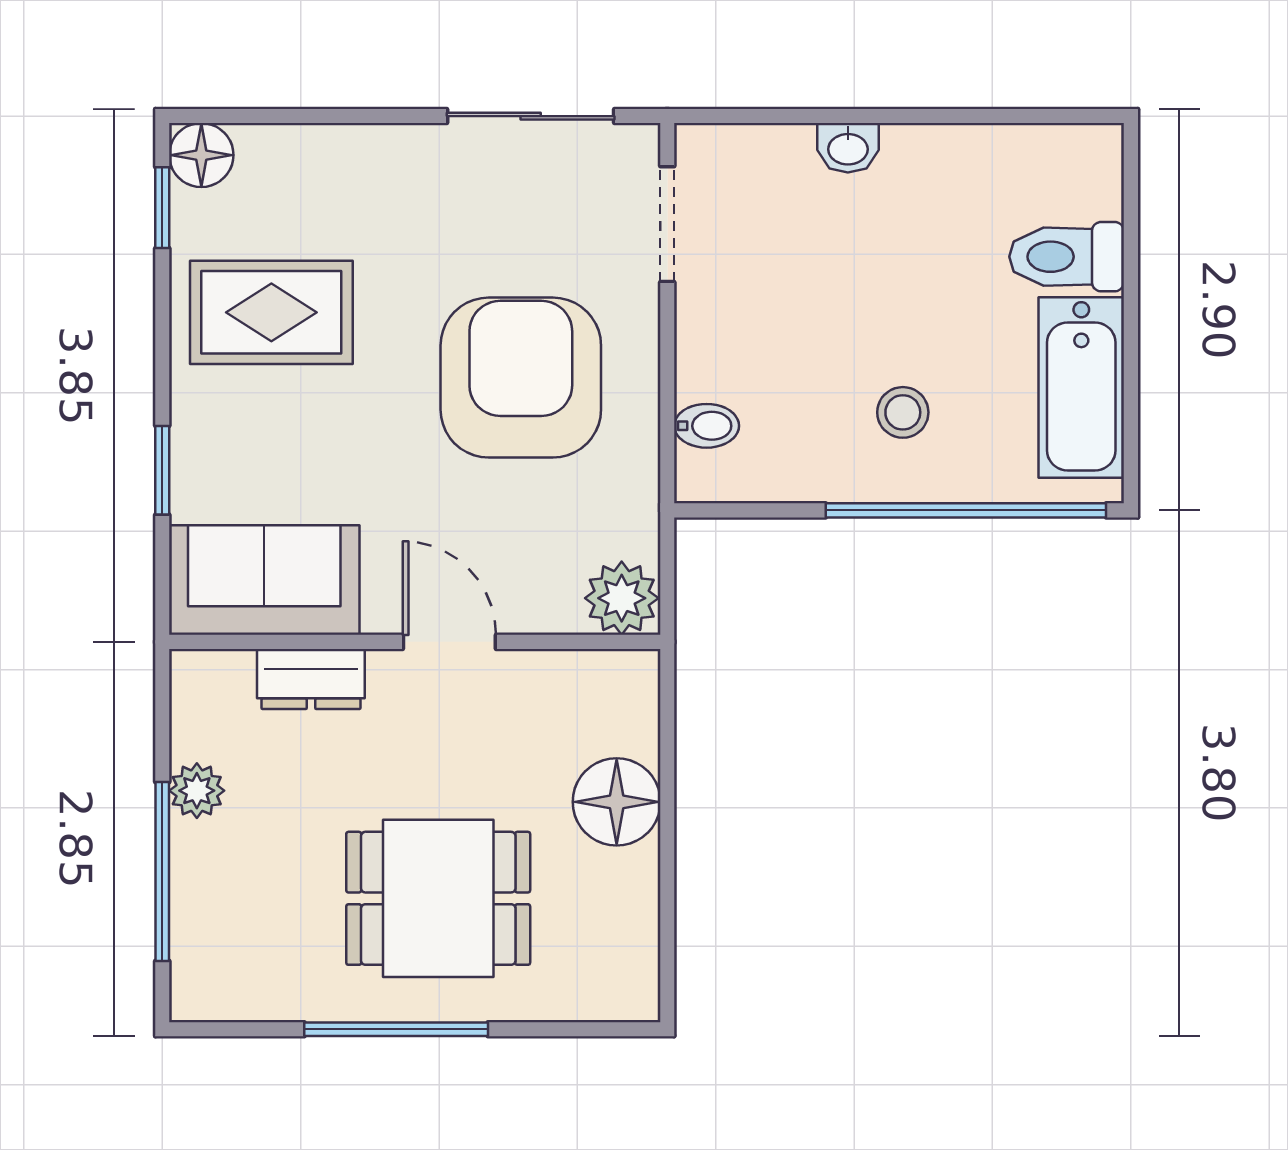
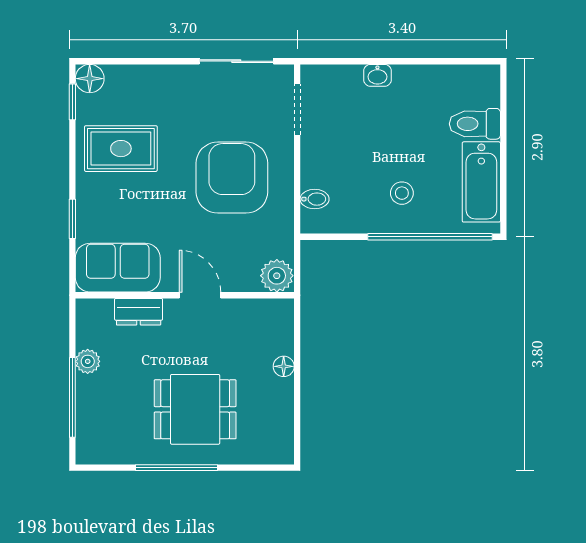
floor lamp: (617, 802) -> (284, 366), width x0.53, depth x0.53

